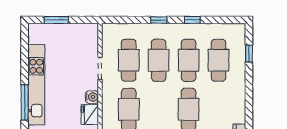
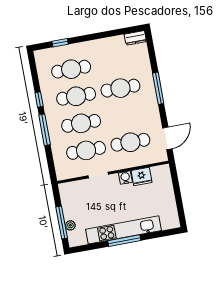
window: (56, 20) -> (62, 223), width x1.44
window: (159, 20) -> (45, 130), width x2.17
plant: (52, 29) -> (70, 225), added
window: (25, 102) -> (124, 241), moved

